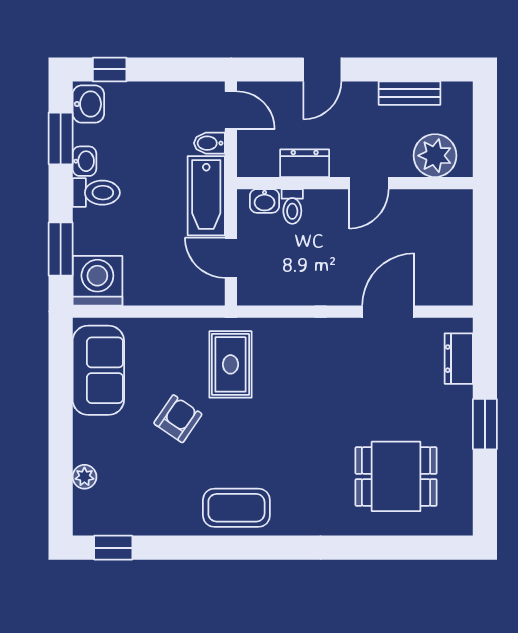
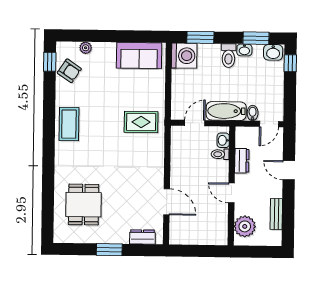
armchair: (178, 419) -> (69, 71), moved

